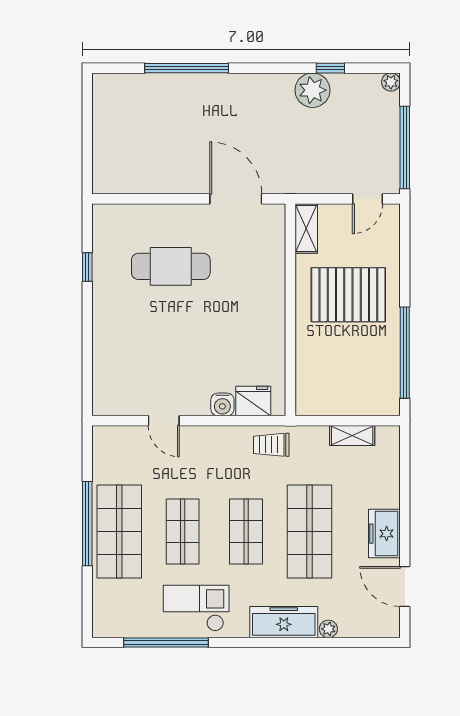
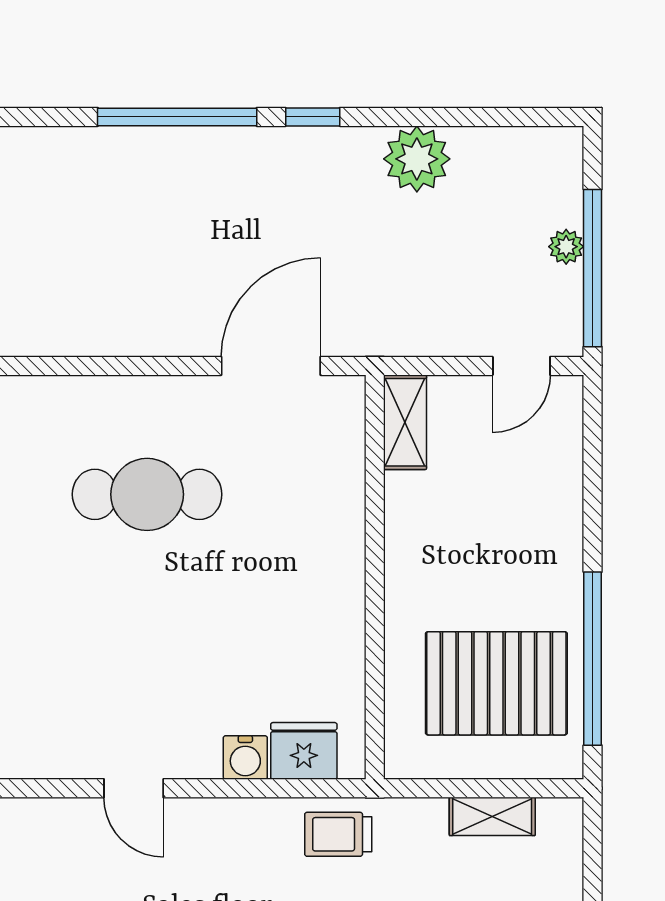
window: (330, 68) -> (313, 117), moved
plant: (391, 82) -> (566, 247), moved
door: (236, 199) -> (271, 366), hinge flipped
pallet: (348, 295) -> (496, 683), moved

